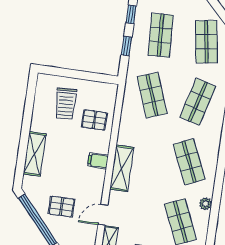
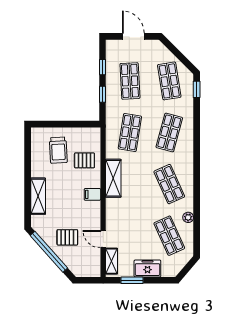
shop shelf: (152, 95) -> (130, 133), turned 30
shelving: (122, 168) -> (113, 178), moved
door: (103, 215) -> (103, 239), hinge flipped

